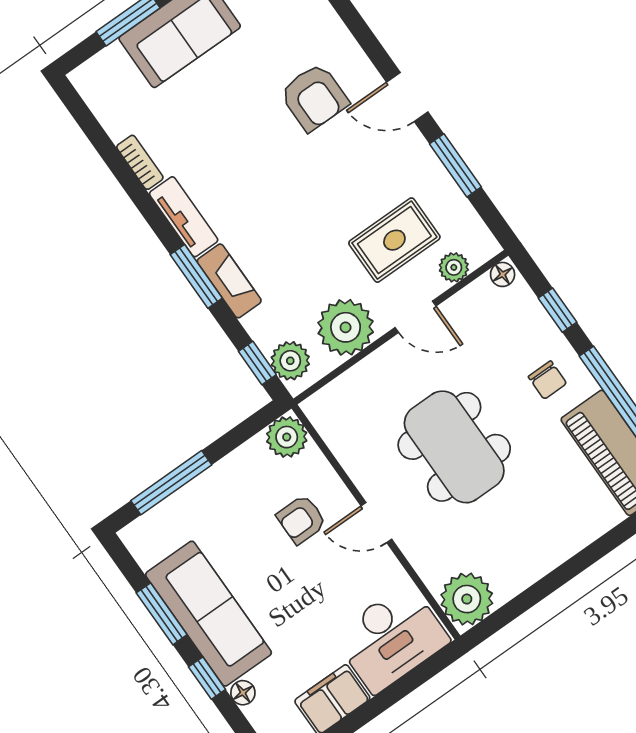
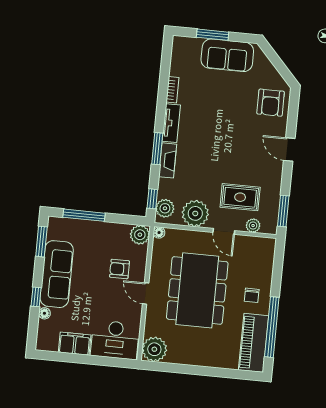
armchair: (314, 97) -> (271, 103), moved
window: (455, 165) -> (283, 211), moved
floor lamp: (503, 274) -> (159, 233), moved
window: (558, 310) -> (277, 273), removed
dining table: (454, 447) -> (197, 290), width x1.36, depth x1.24
window: (162, 614) -> (41, 242), moved

